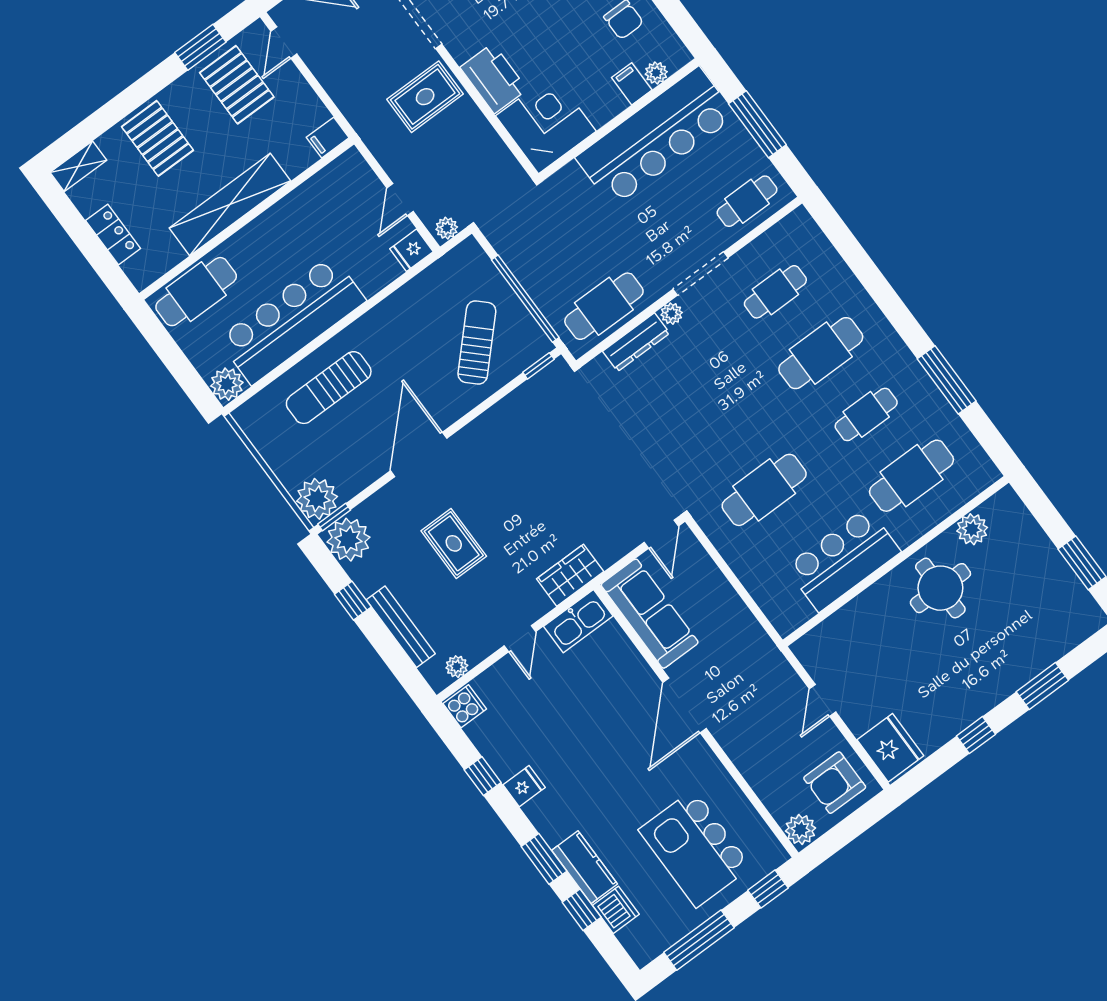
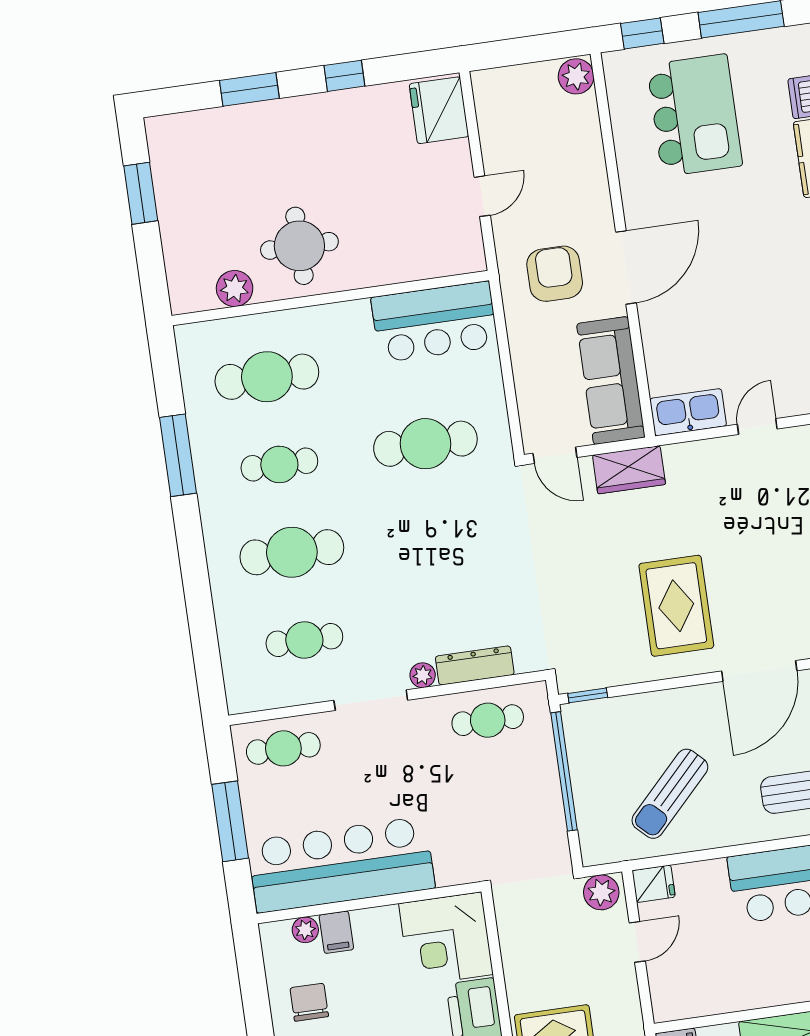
plant: (447, 228) -> (601, 892), width x1.38, depth x1.38
cafe table: (604, 306) -> (488, 720), width x0.73, depth x0.74
sun lounger: (477, 342) -> (670, 794), moved
door: (661, 534) -> (555, 455), swing flipped
rug: (454, 543) -> (676, 606), moved, width x1.36, depth x1.43
bar counter: (843, 559) -> (435, 322), moved
wardrobe: (570, 575) -> (629, 470), moved
armchair: (835, 783) -> (555, 274), moved, turned -90

